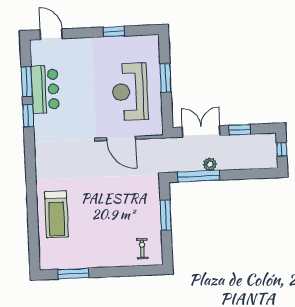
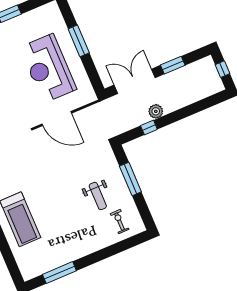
window: (199, 176) -> (149, 127), width x0.32
weight bench: (132, 219) -> (98, 196), added

